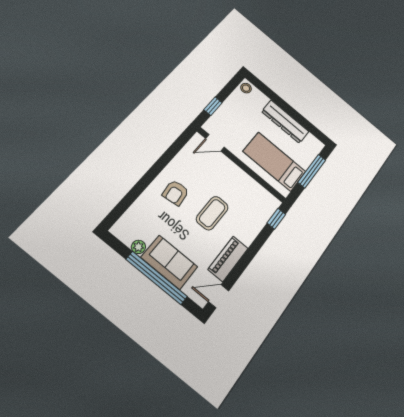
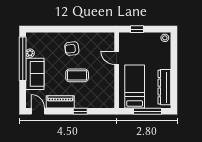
dresser: (285, 122) -> (164, 87), moved
door: (215, 143) -> (117, 58), moved
window: (276, 219) -> (80, 111), moved
window: (157, 278) -> (23, 59), moved

